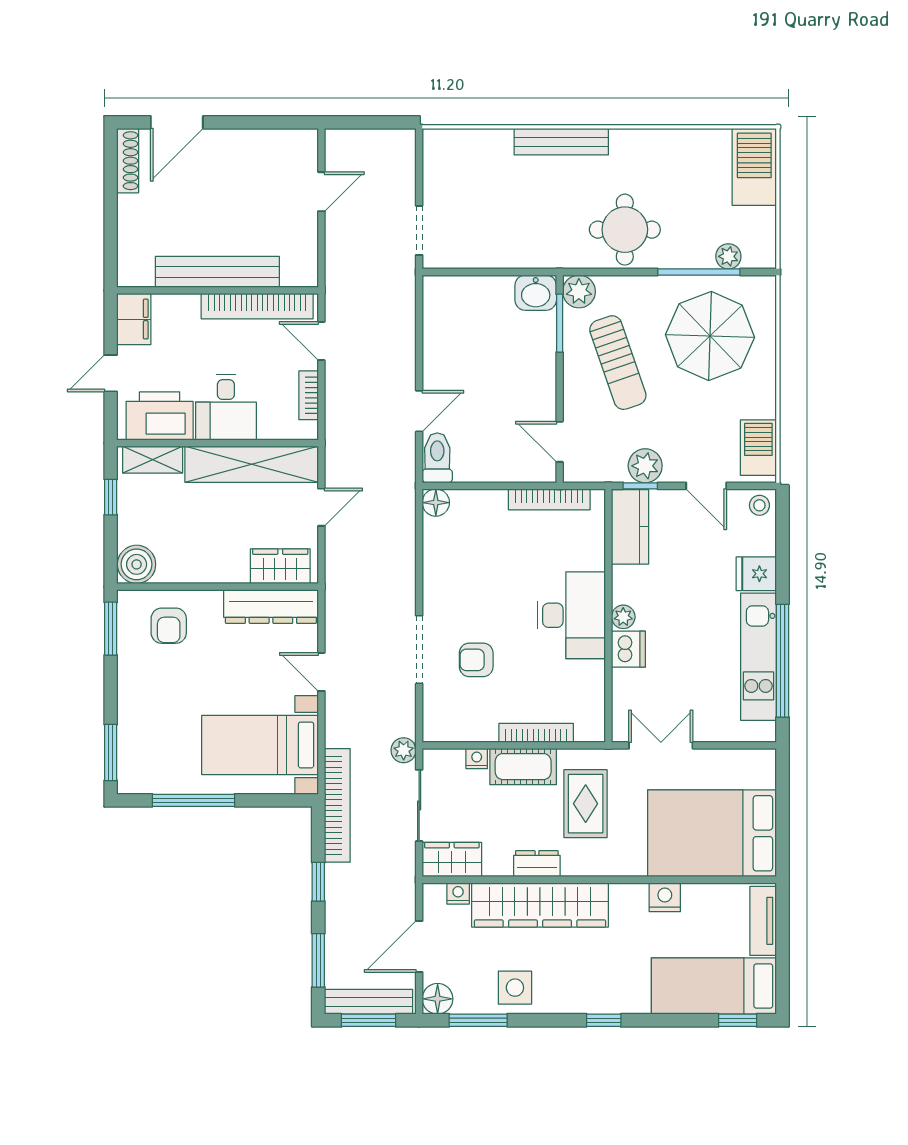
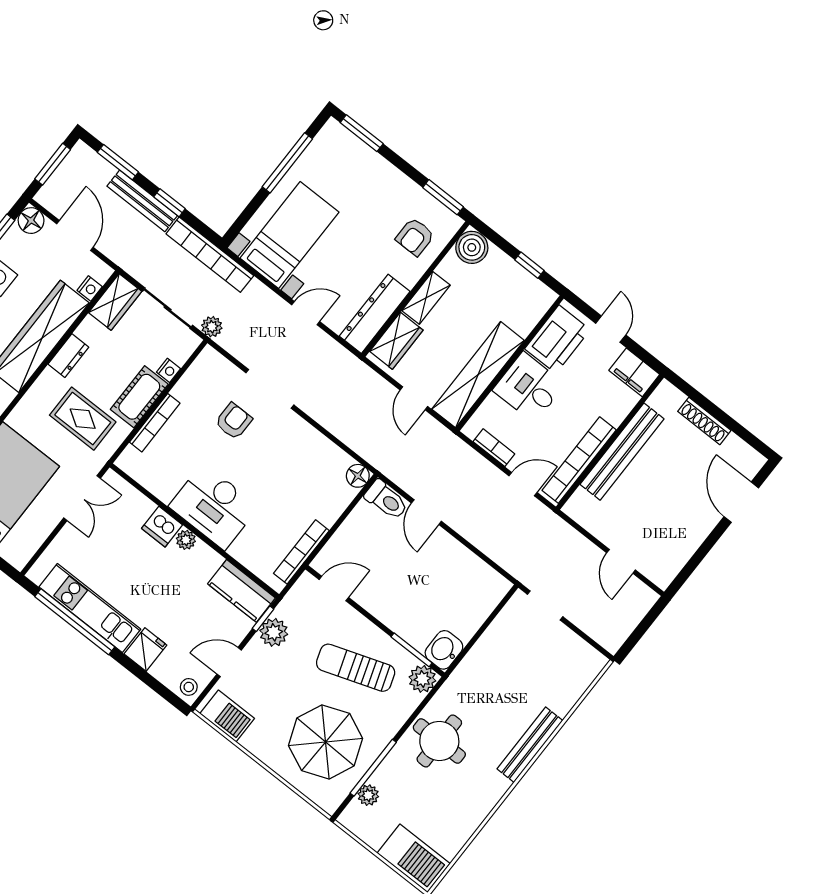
shoe rack: (128, 161) -> (704, 421), moved
shelving: (153, 460) -> (426, 298), moved
armchair: (169, 626) -> (415, 237), turned -90
bench: (369, 1002) -> (142, 201), moved, turned 90

